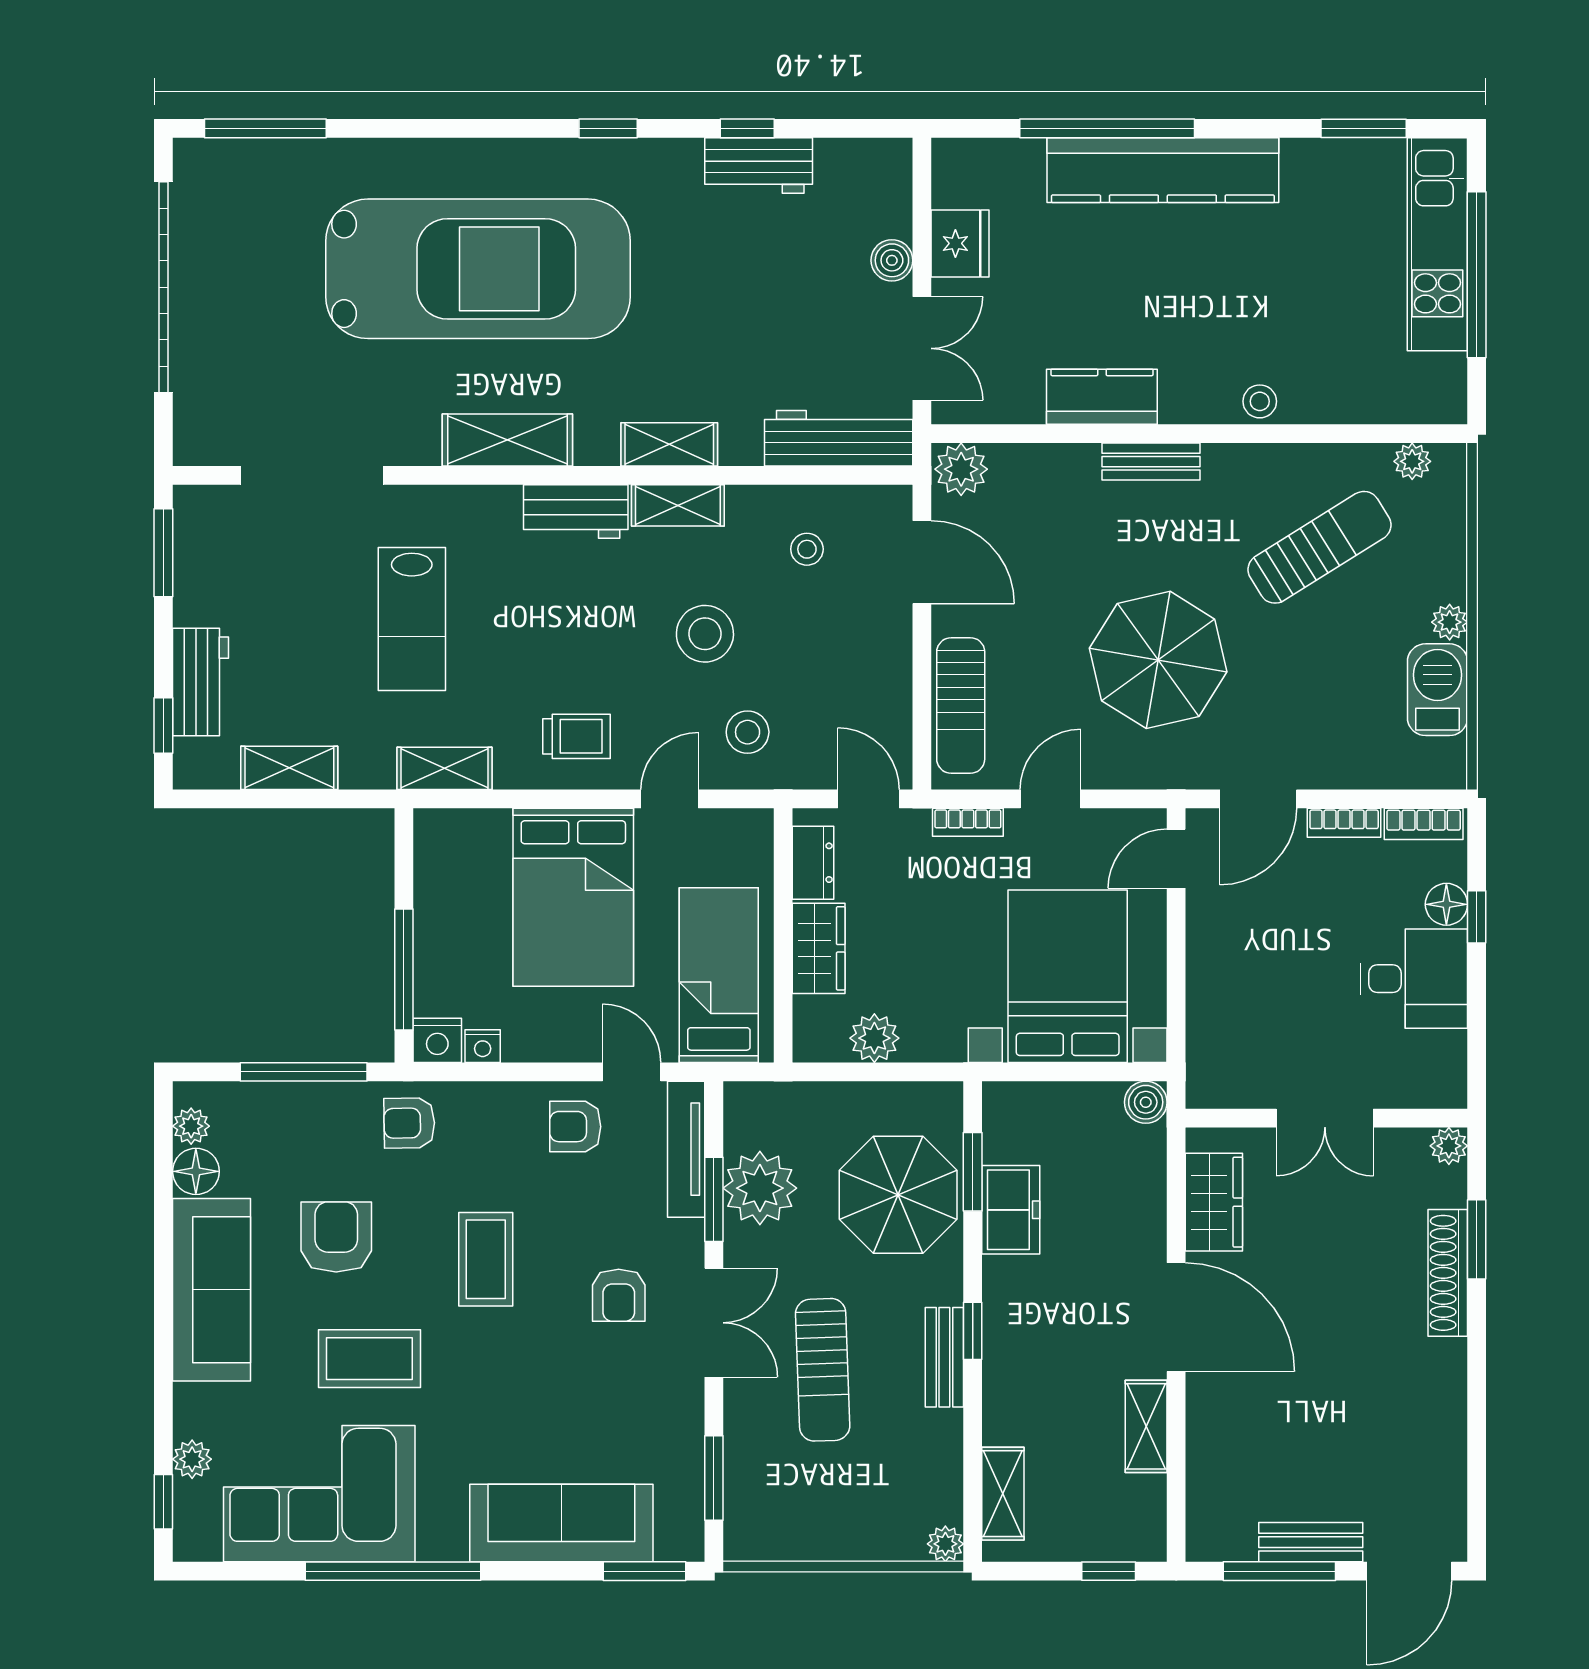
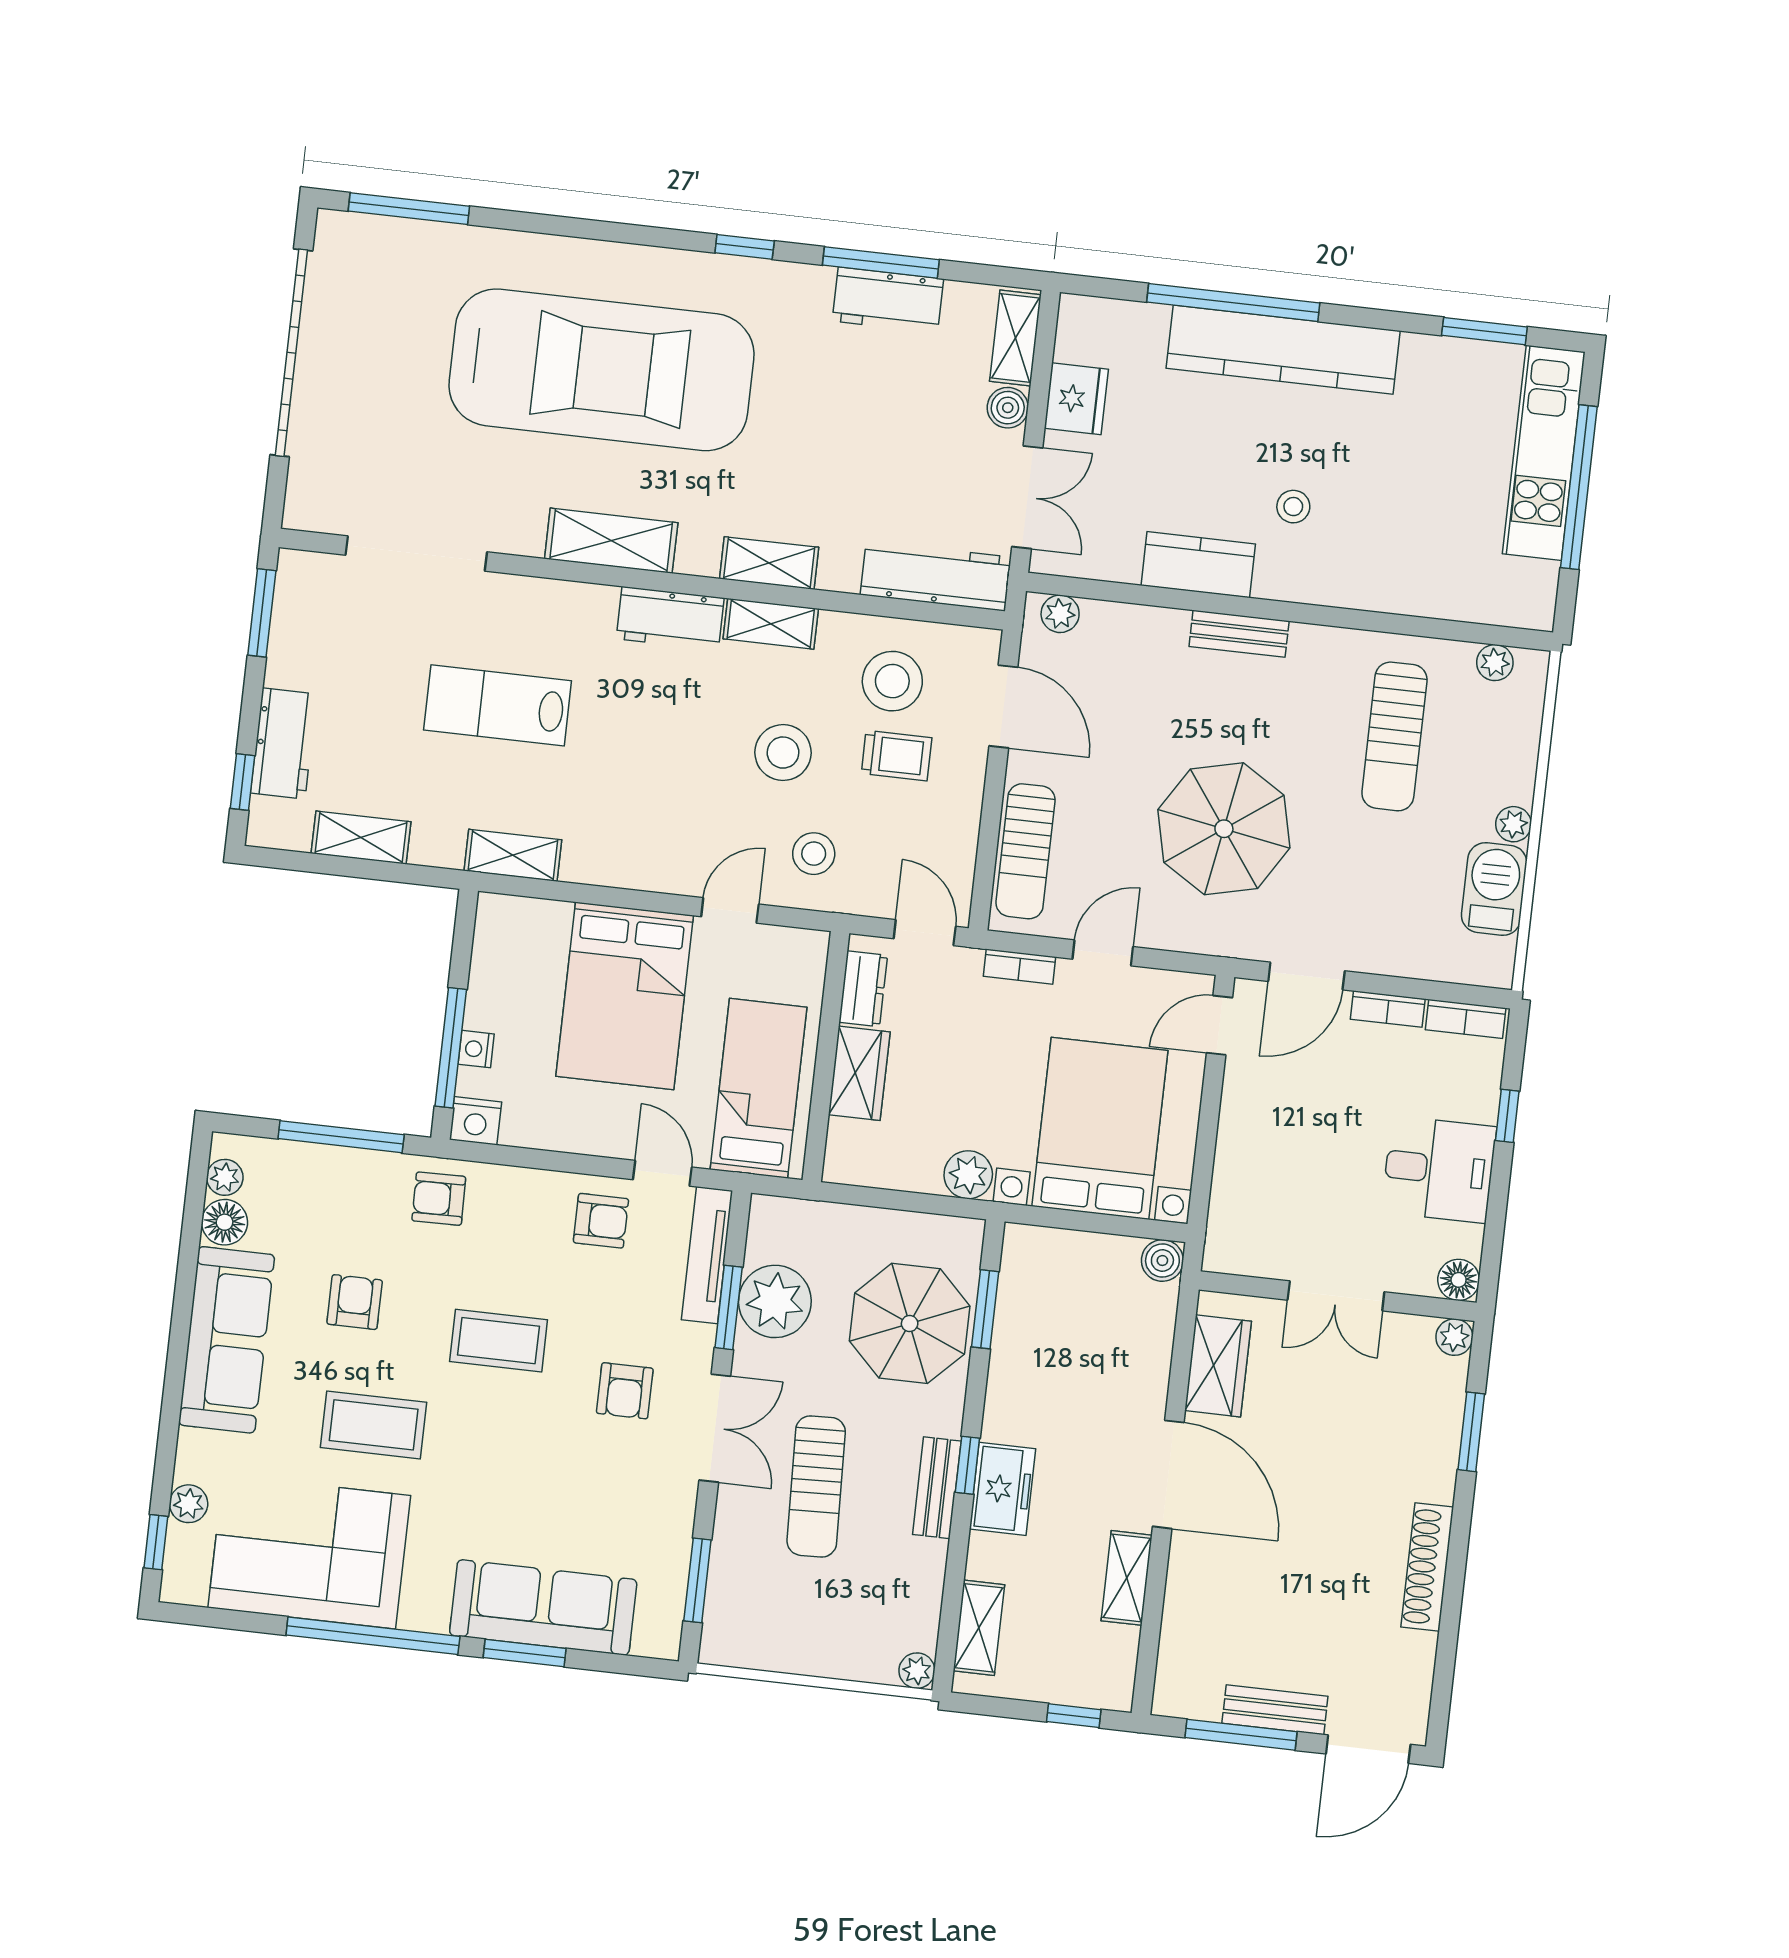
window: (747, 128) -> (881, 262), width x2.17
shelving: (892, 189) -> (1015, 338), added
stool: (1260, 401) -> (1293, 507), moved
plant: (961, 469) -> (1060, 614), width x0.73, depth x0.73
sun lounger: (1319, 547) -> (1394, 736), turned 122
stool: (807, 549) -> (892, 681), width x1.89, depth x1.89
lab bench: (412, 619) -> (498, 705), turned 90
trolley: (577, 736) -> (897, 756), moved
floor lamp: (1446, 904) -> (1459, 1280), moved
plant: (874, 1038) -> (968, 1175), moved
nightstand: (483, 1046) -> (476, 1049), moved, turned 90
armchair: (575, 1127) -> (601, 1221), turned 180
freezer: (1011, 1210) -> (1003, 1489), moved
armchair: (336, 1237) -> (355, 1302), width x0.72, depth x0.72
coffee table: (486, 1259) -> (499, 1341), turned 90
shoe rack: (1448, 1273) -> (1427, 1567), moved
window: (644, 1571) -> (525, 1653), moved

